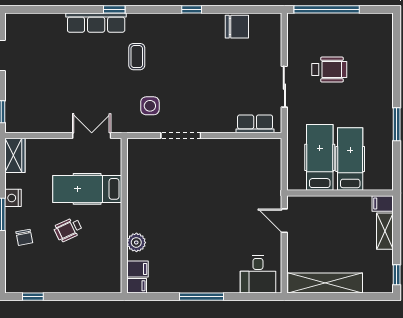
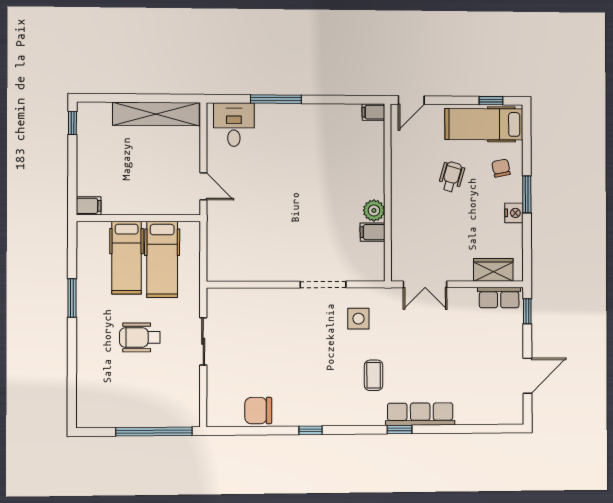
wheelchair: (329, 70) -> (140, 337), moved
row of seats: (255, 124) -> (499, 298), moved
wardrobe: (15, 155) -> (493, 270), moved, turned 90
hospital bed: (87, 189) -> (484, 124), moved, turned 180
wheelchair: (68, 230) -> (451, 177), turned -49
shelving: (385, 231) -> (86, 174), removed
plant: (136, 242) -> (374, 210), moved
filing cabinet: (138, 269) -> (373, 232), moved
door: (103, 297) -> (411, 100), added
window: (201, 297) -> (276, 99), moved

